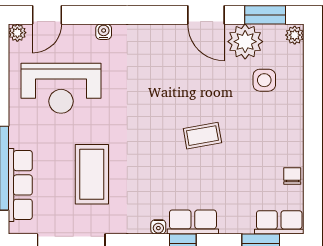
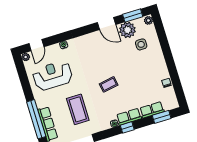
reception desk: (61, 88) -> (53, 76), turned 180
coffee table: (202, 136) -> (109, 84), moved
row of seats: (279, 222) -> (152, 110), moved

